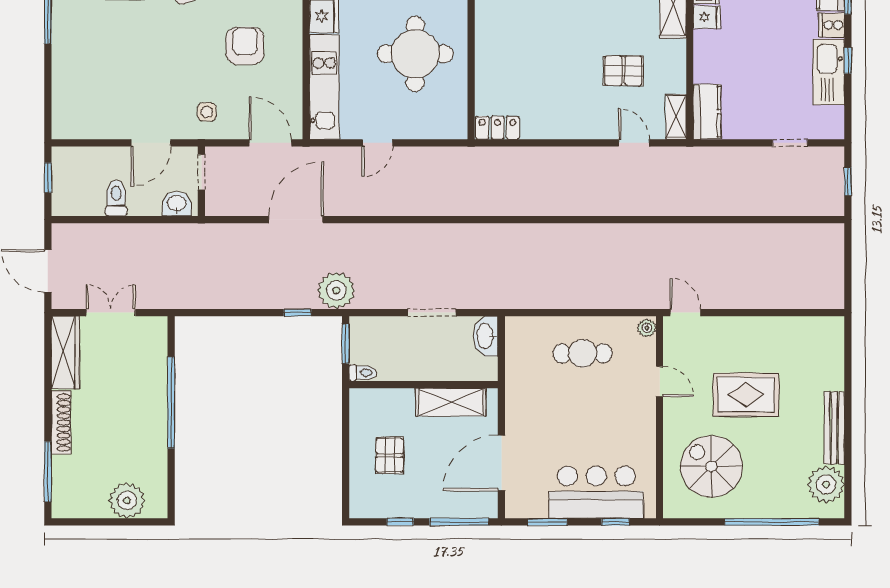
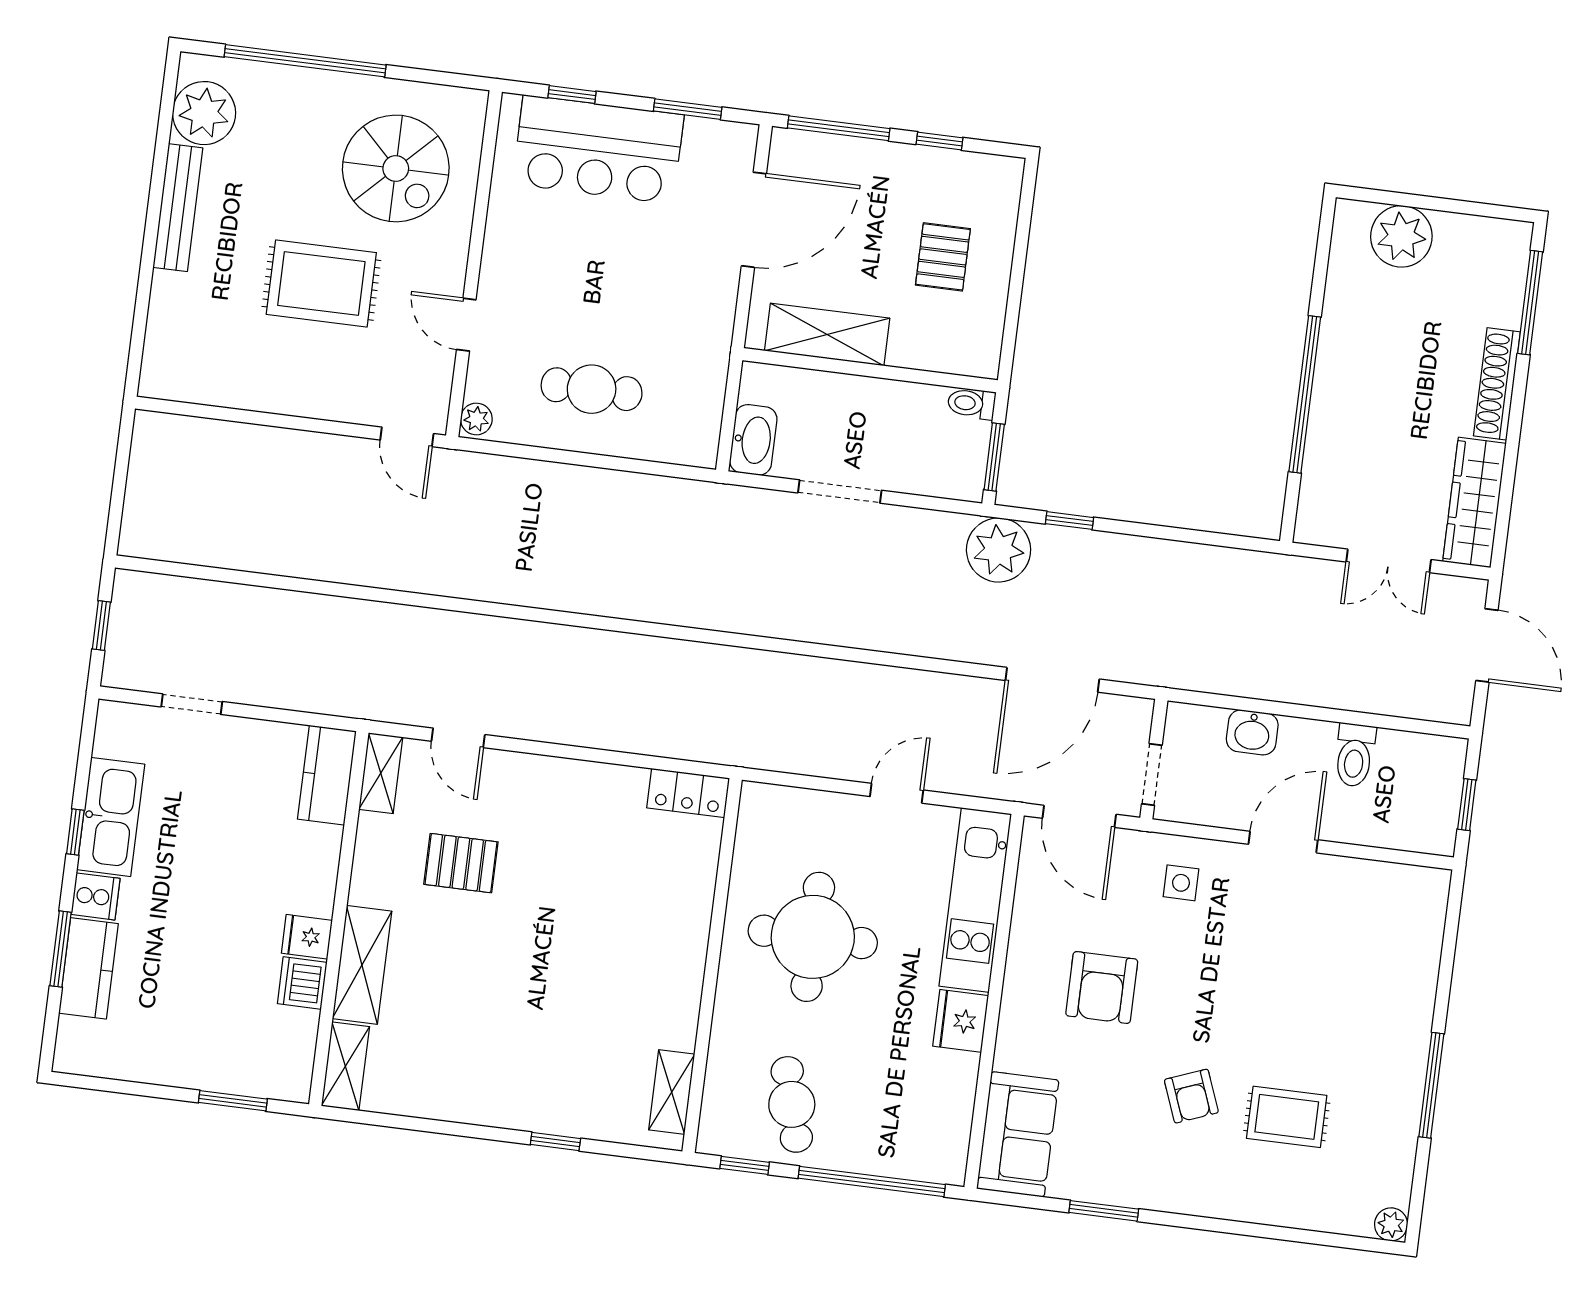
doorway: (201, 172) -> (1152, 775), moved
wall: (201, 181) -> (1154, 759), moved

